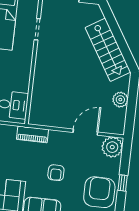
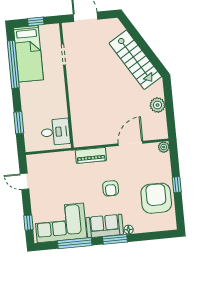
piano: (33, 134) -> (91, 155), moved
plant: (112, 147) -> (164, 147), width x0.53, depth x0.53

